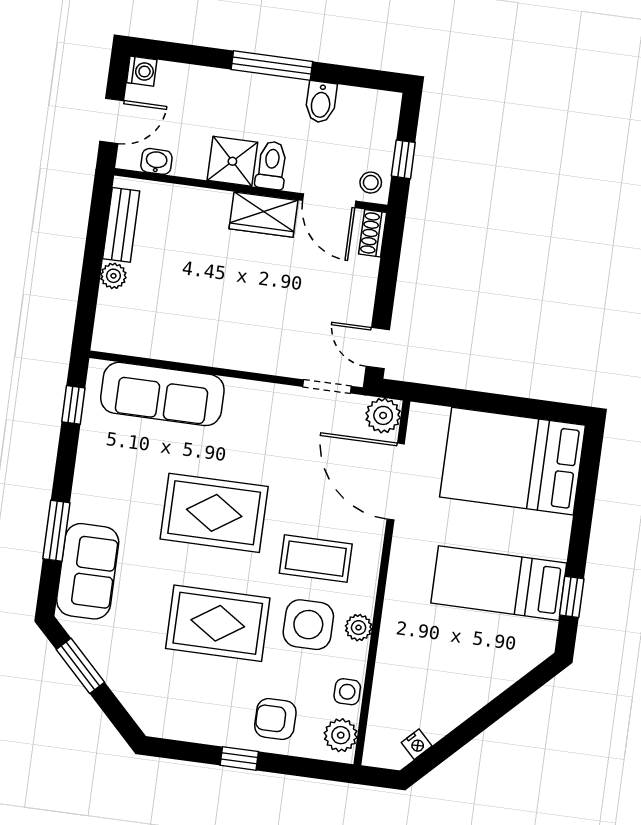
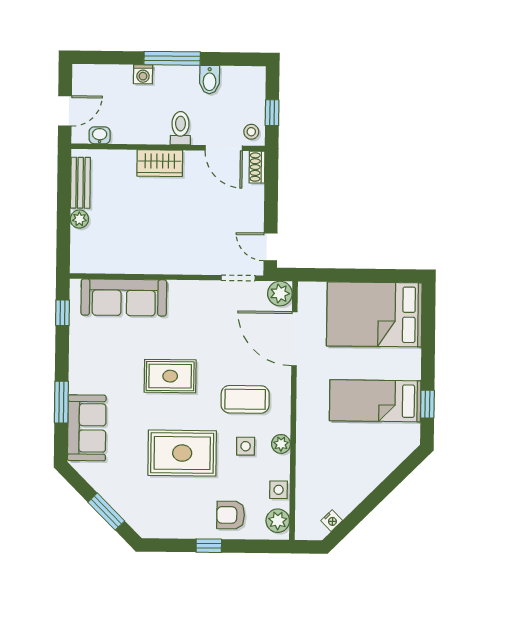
washing machine: (142, 71) -> (143, 74), moved, turned 90
shower: (232, 161) -> (153, 129), removed
wardrobe: (263, 215) -> (160, 163), moved
rug: (214, 513) -> (170, 376), width x0.73, depth x0.70
side table: (308, 625) -> (246, 446), width x0.54, depth x0.54
window: (80, 666) -> (106, 512), moved

